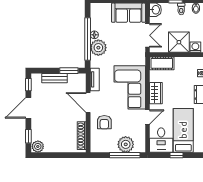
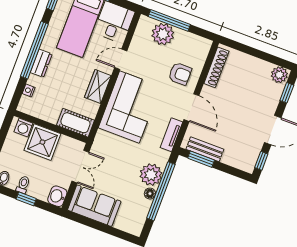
double door: (148, 35) -> (80, 167), swing flipped
bench: (54, 78) -> (205, 149), moved
armchair: (104, 122) -> (180, 74), turned 90

